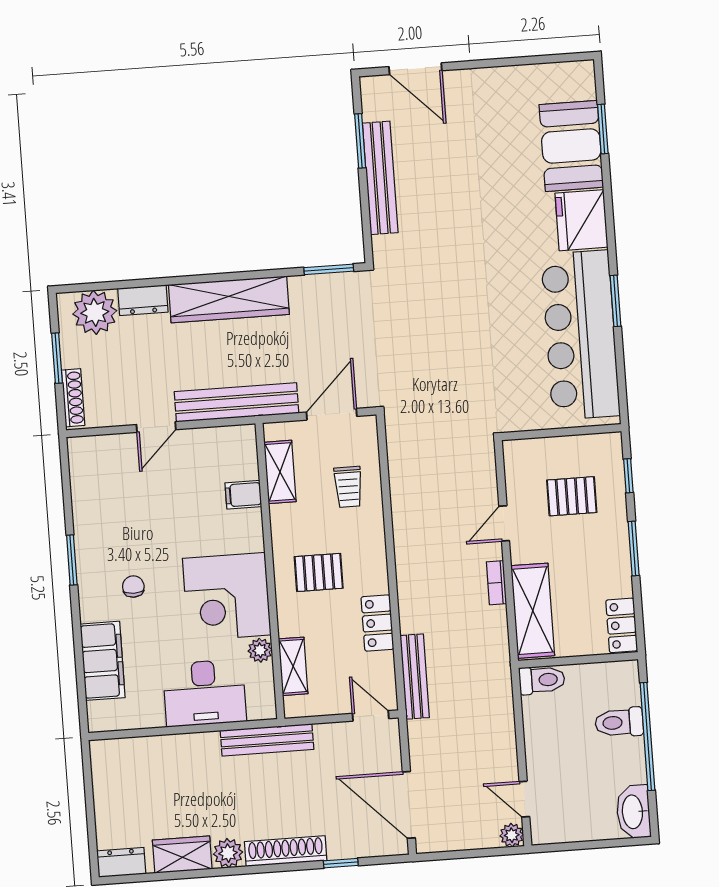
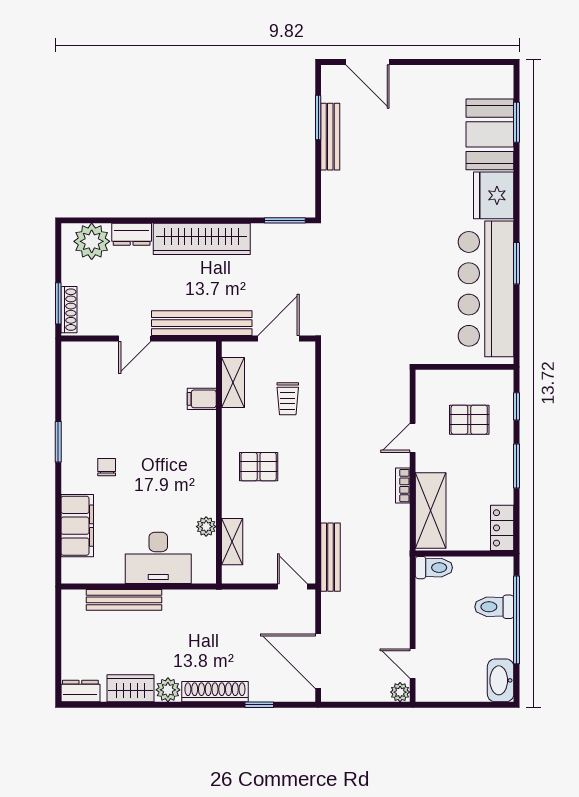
bench: (380, 178) -> (330, 137), width x0.73, depth x0.82
window: (57, 358) -> (58, 303), moved
corner desk: (227, 597) -> (182, 481), removed
locker: (377, 623) -> (303, 511), removed
bench: (267, 740) -> (124, 600), moved

